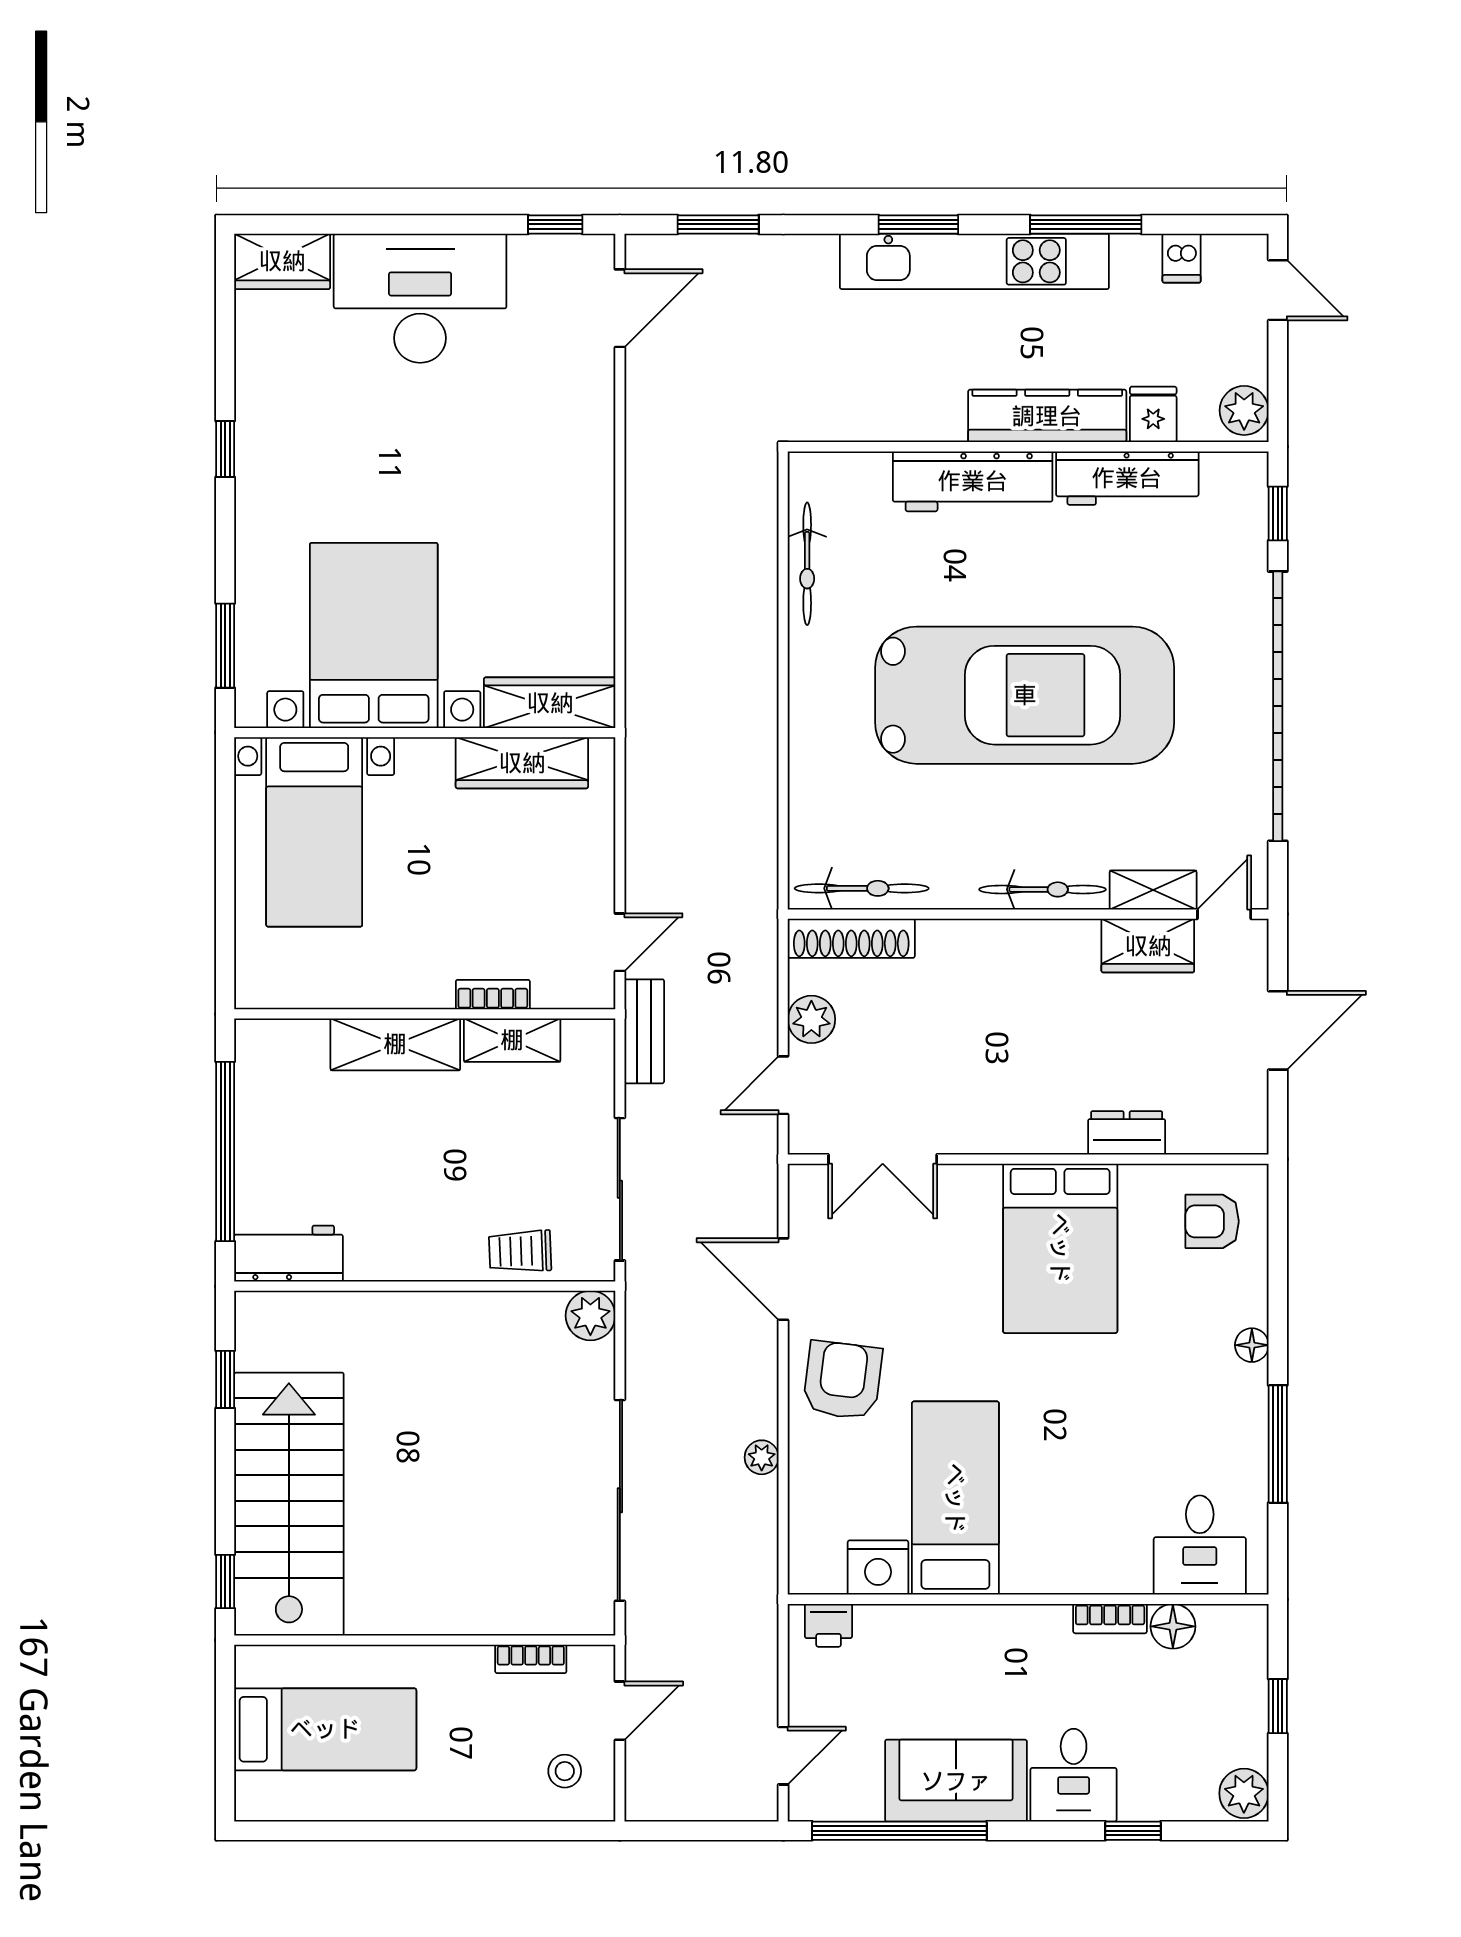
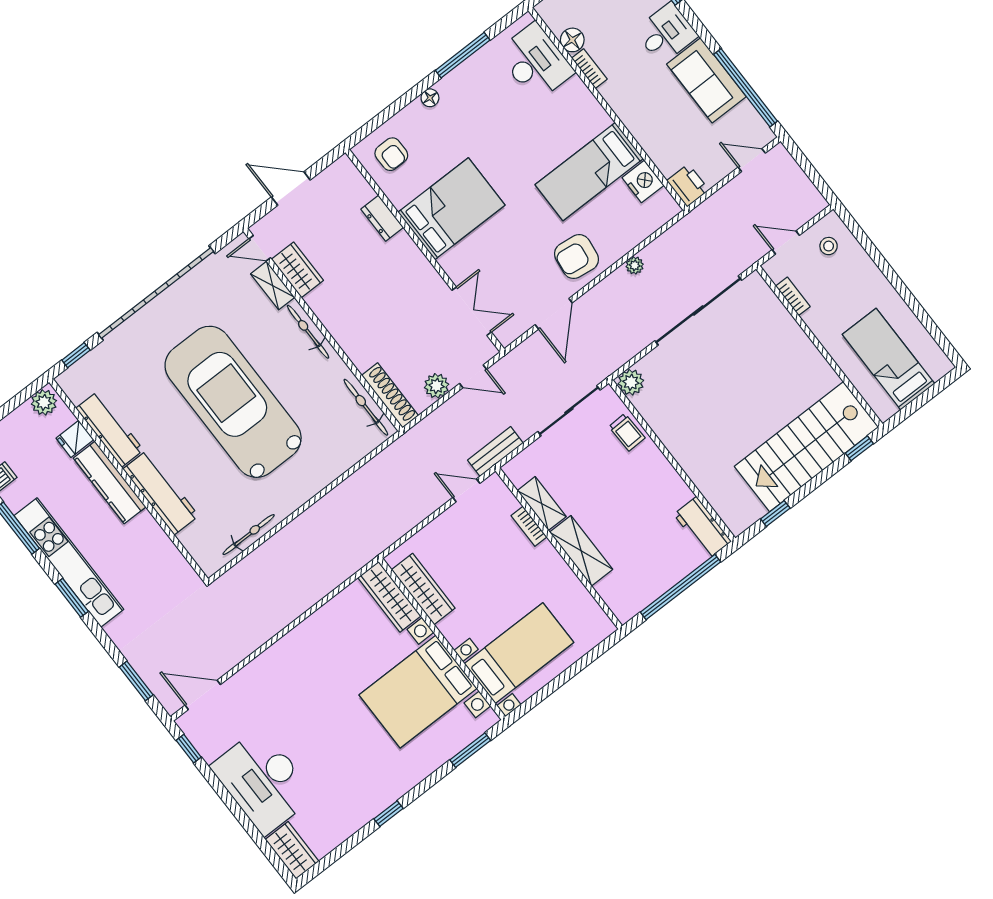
desk: (1200, 1545) -> (535, 62), width x1.37
printer: (829, 1625) -> (688, 185), width x1.36, depth x1.24

